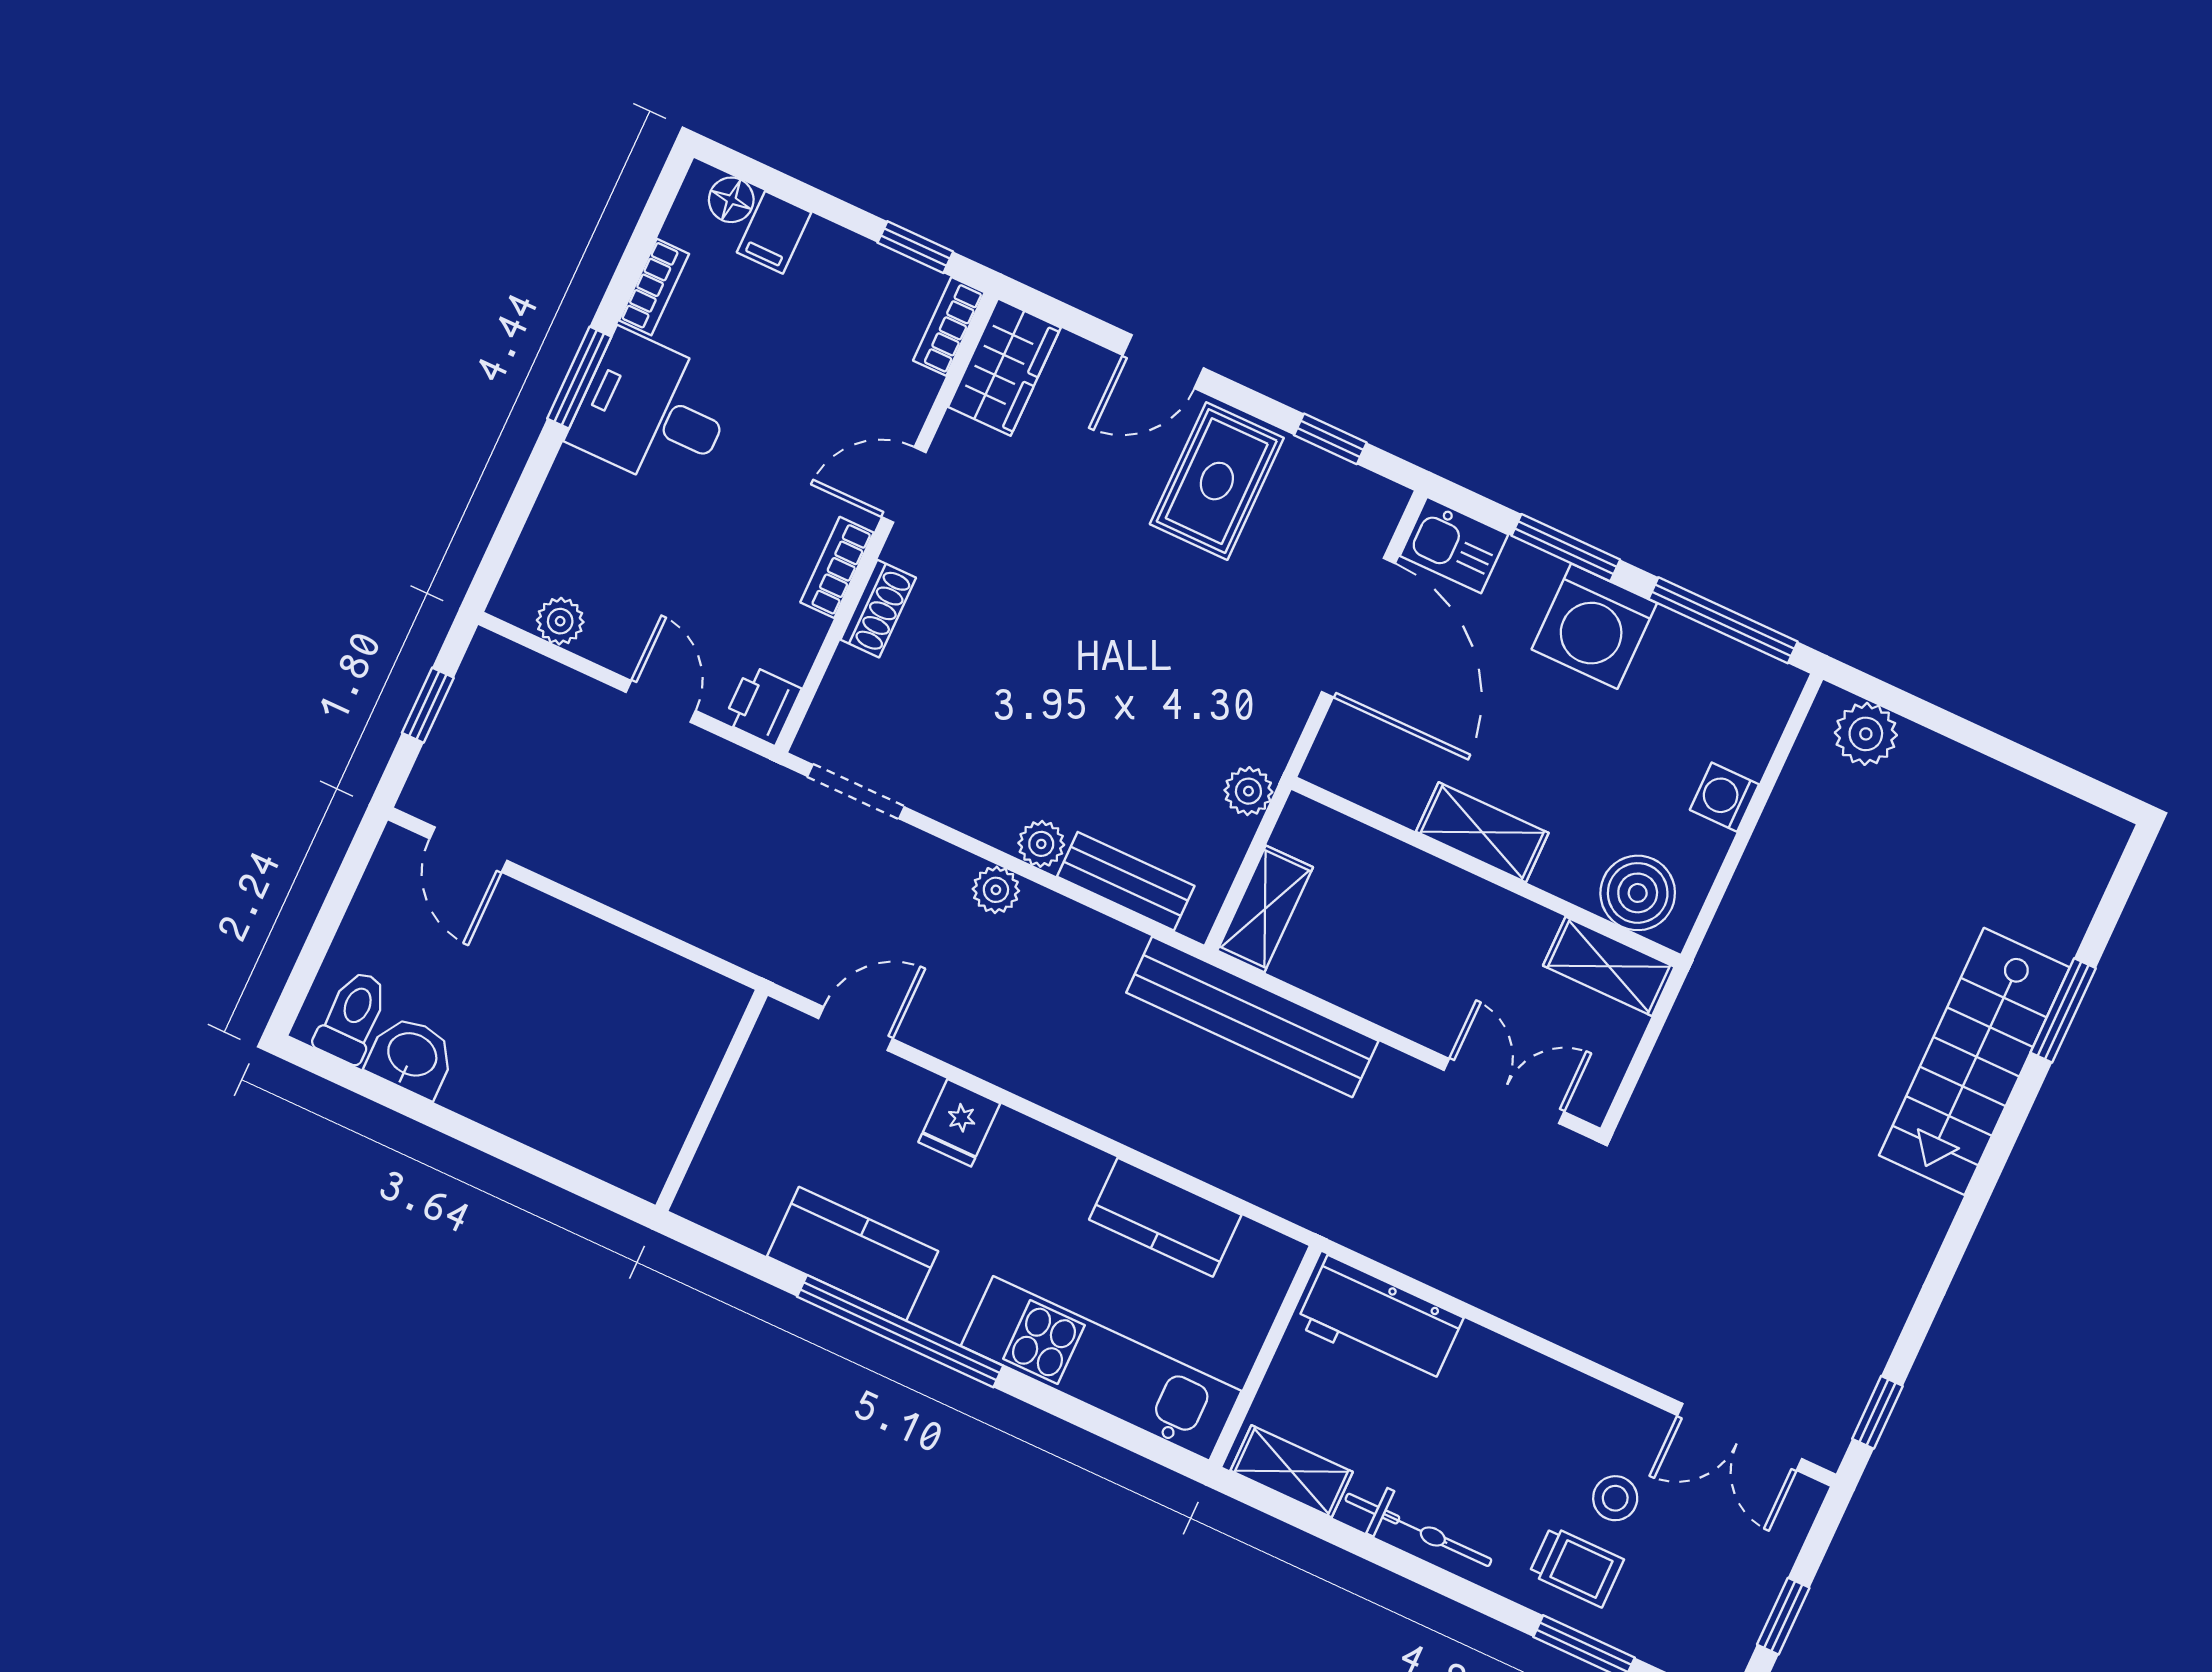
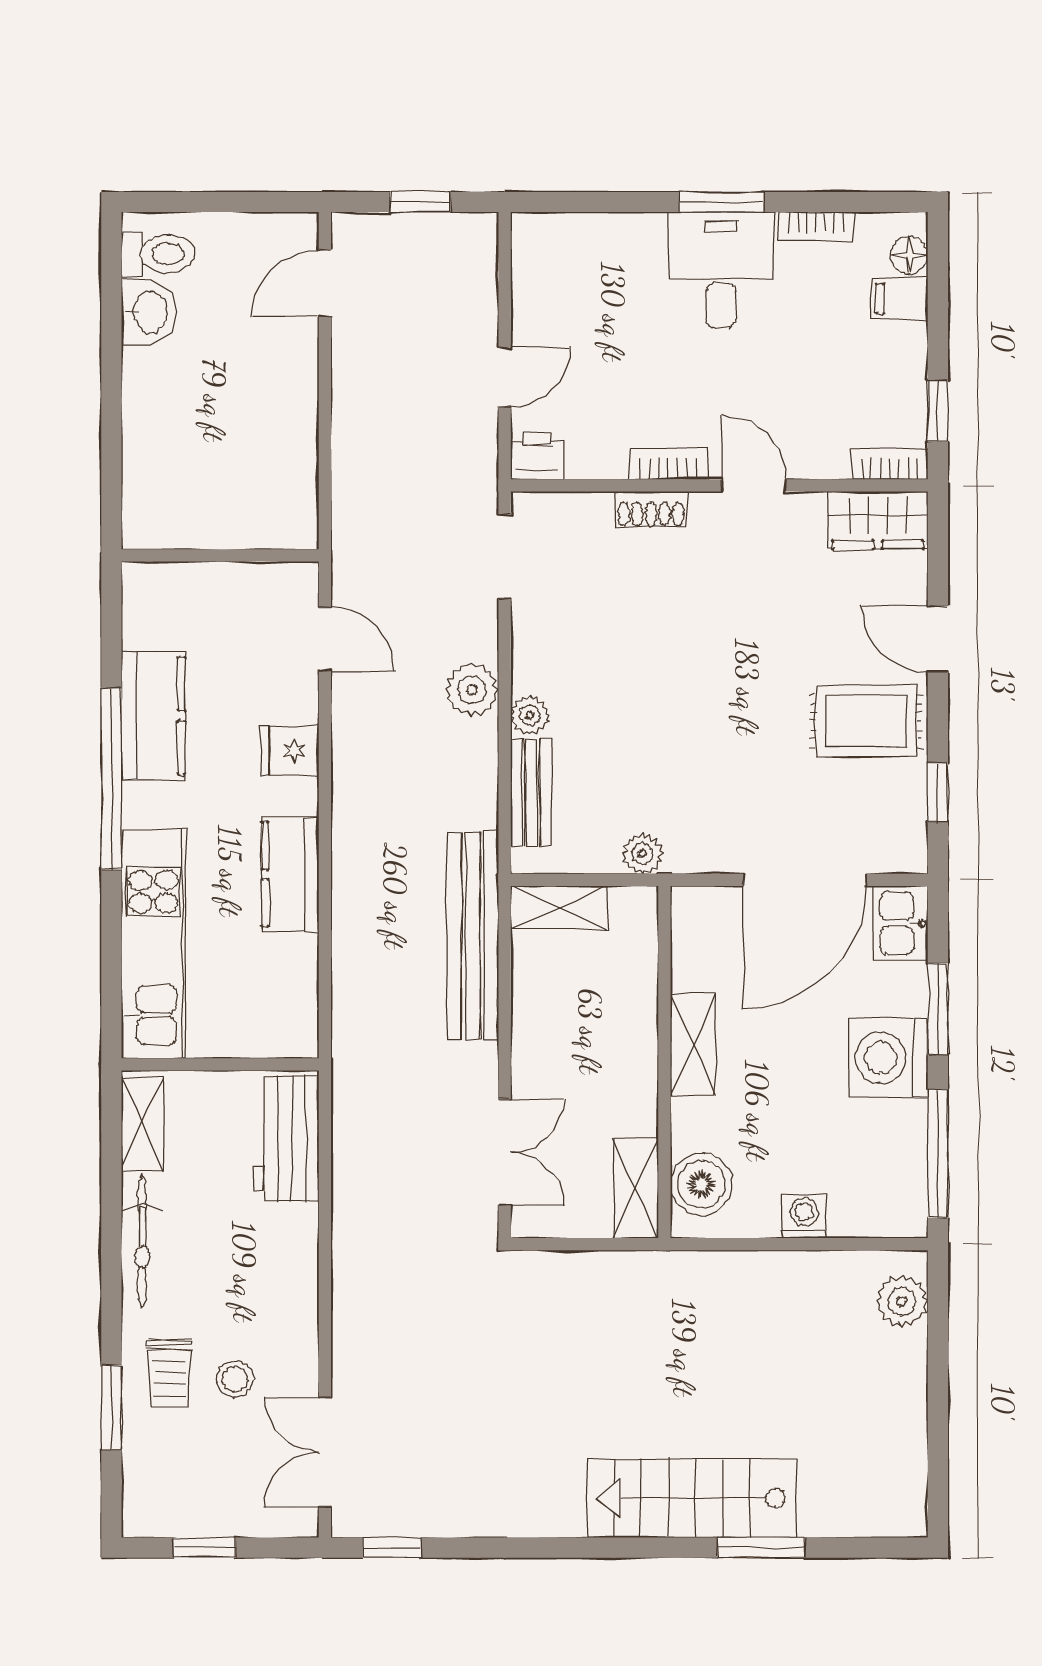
plant: (560, 621) -> (530, 273), removed
plant: (996, 890) -> (472, 690), width x1.38, depth x1.38
kitchen counter: (1165, 1217) -> (290, 875), moved

